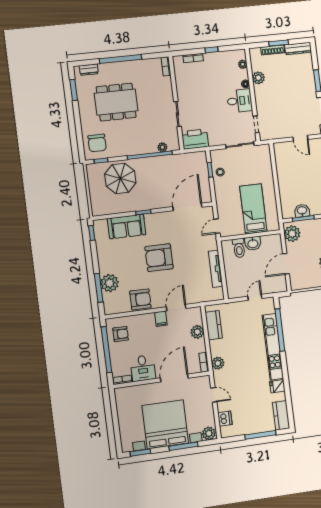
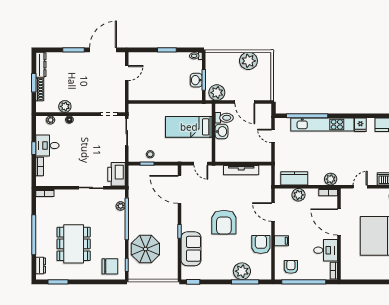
desk: (240, 101) -> (47, 146), moved, turned -90
toilet: (239, 248) -> (224, 118), moved
filing cabinet: (161, 319) -> (282, 241), moved

